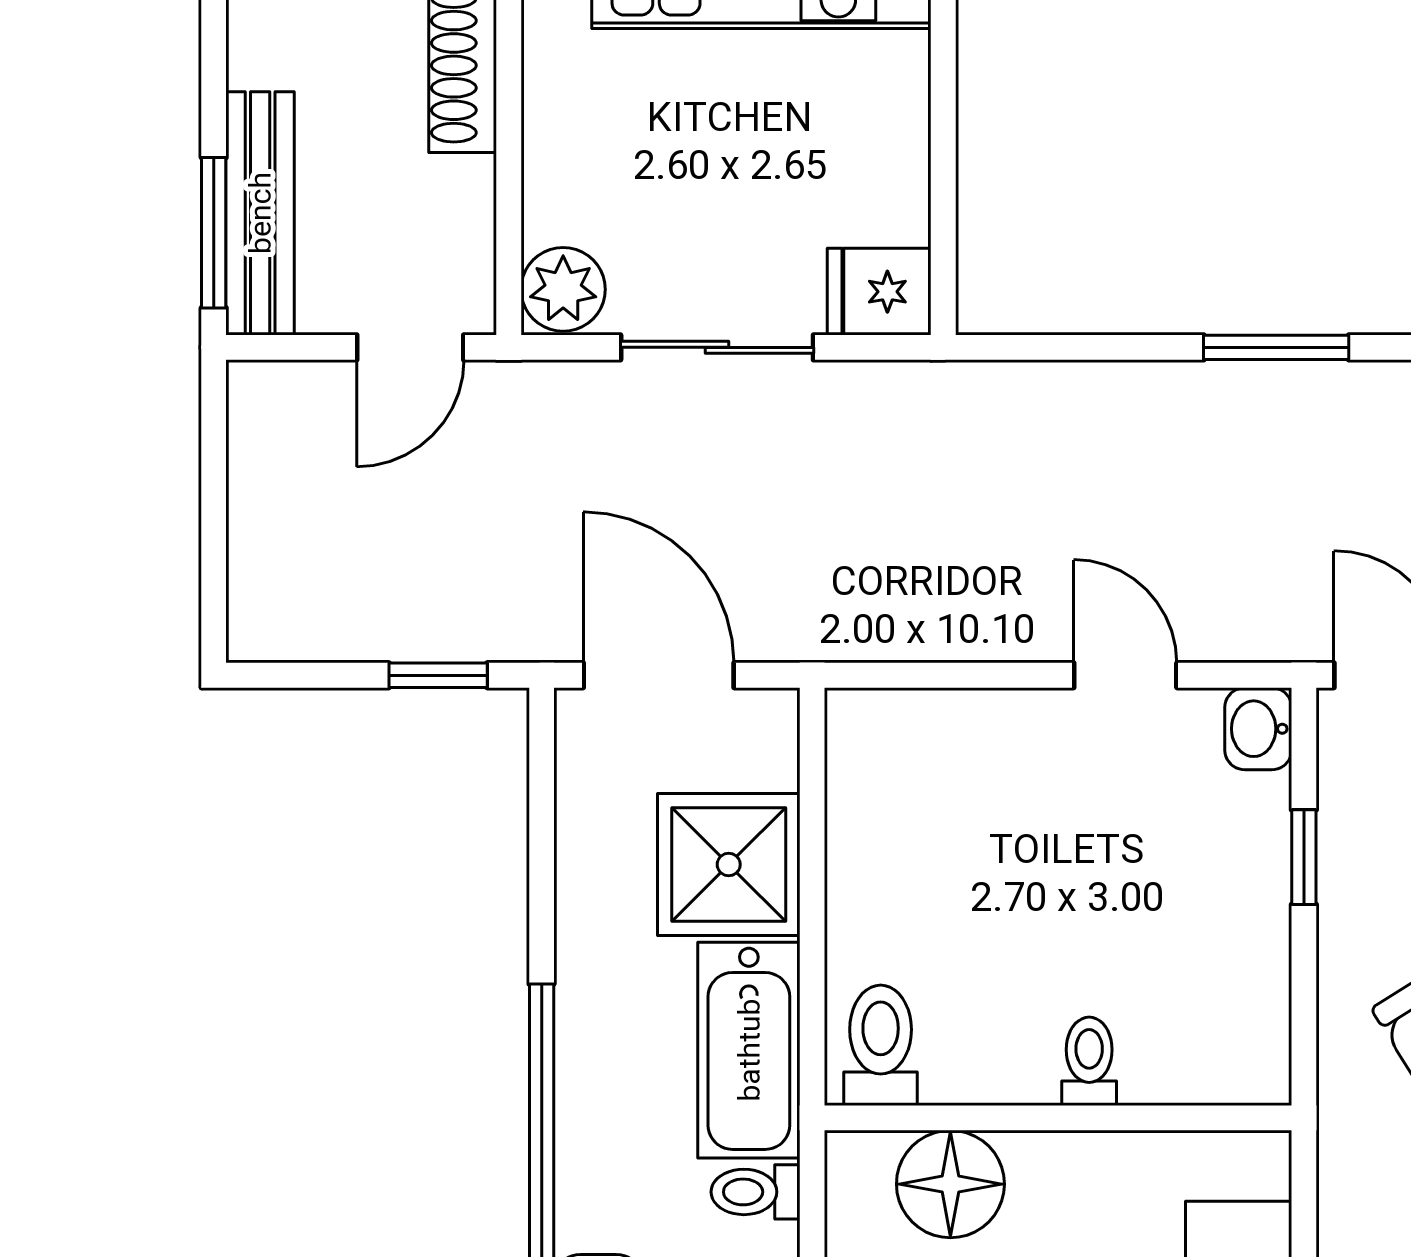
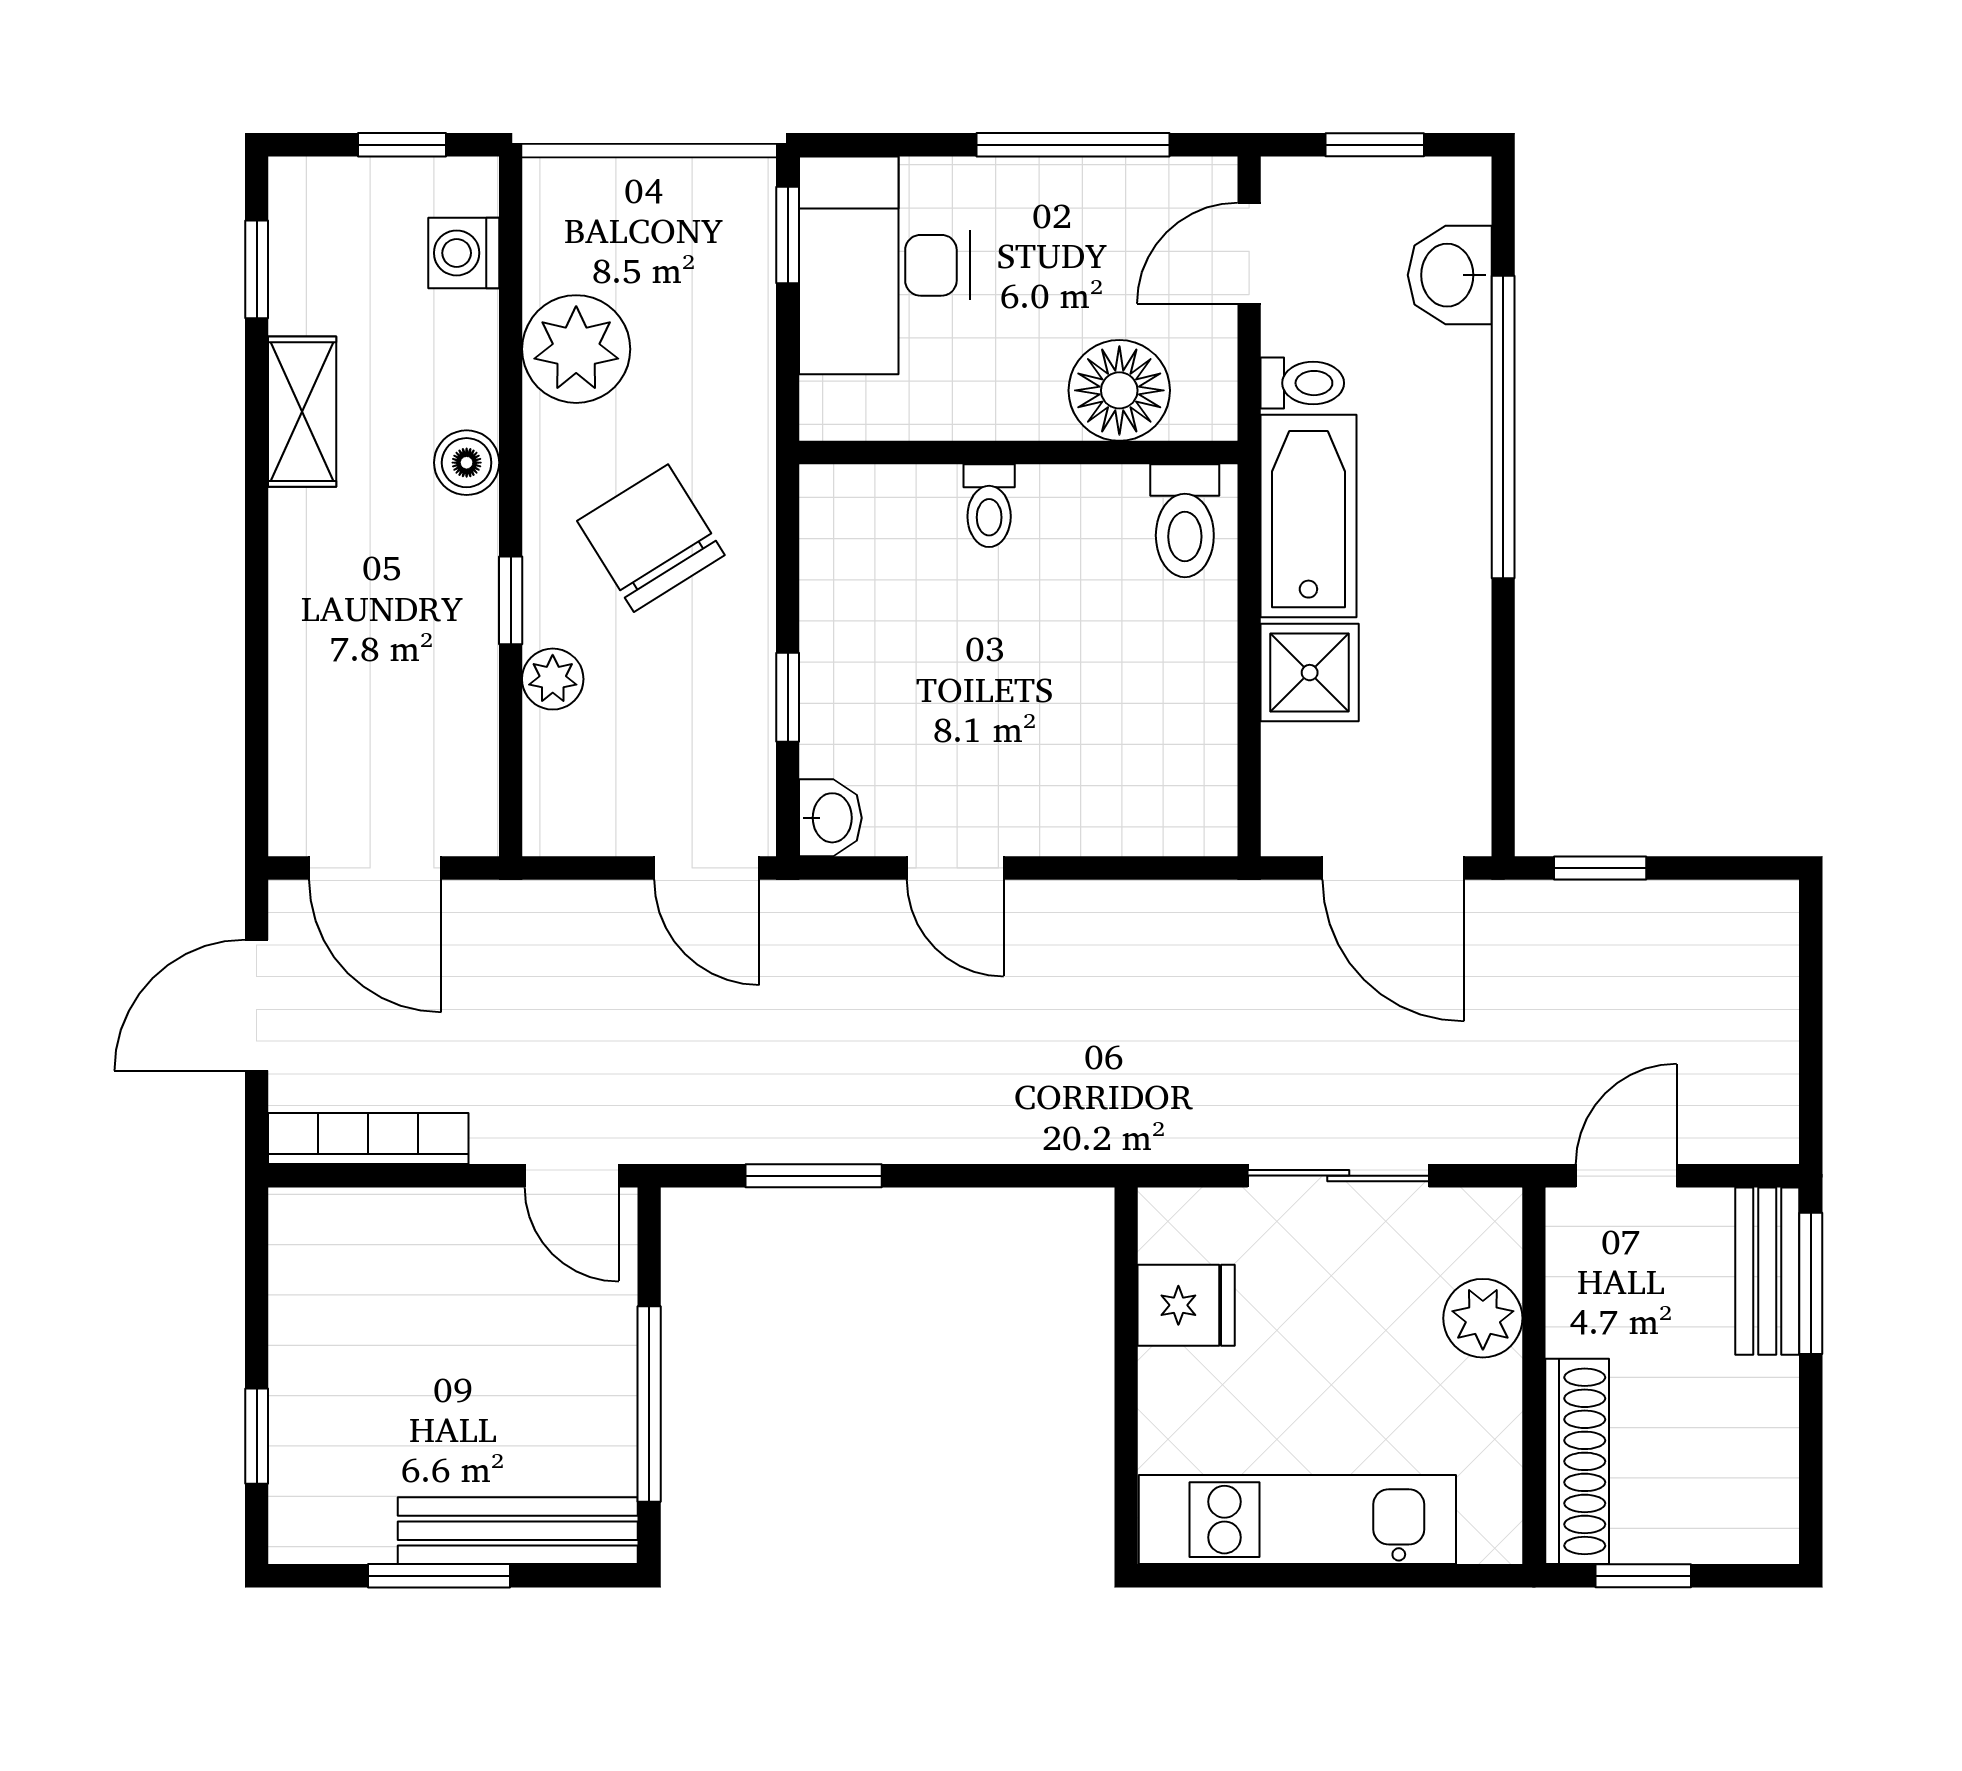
bench: (260, 213) -> (1767, 1271), width x0.73
plant: (563, 289) -> (1483, 1318), moved
fridge: (879, 292) -> (1186, 1305), moved
shower: (729, 864) -> (1310, 673), width x0.73, depth x0.73

